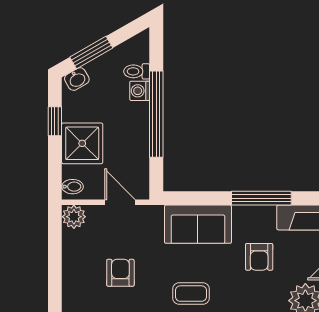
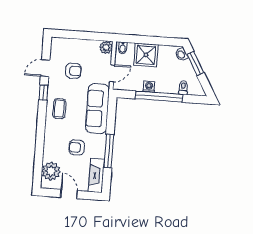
washing machine: (140, 91) -> (149, 87), moved
window: (55, 121) -> (159, 41), removed
sofa: (198, 224) -> (97, 109), width x1.36

